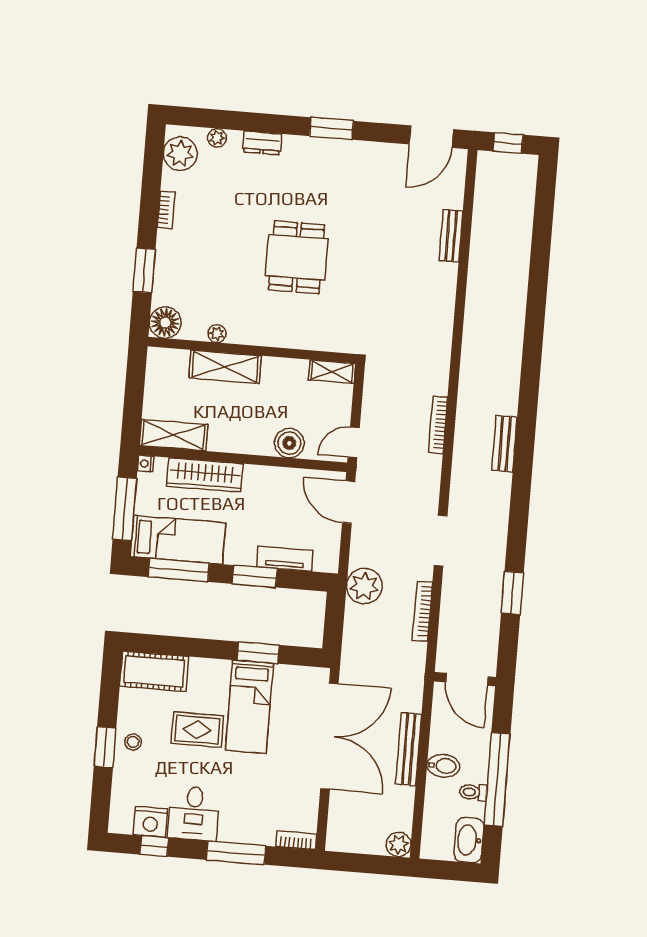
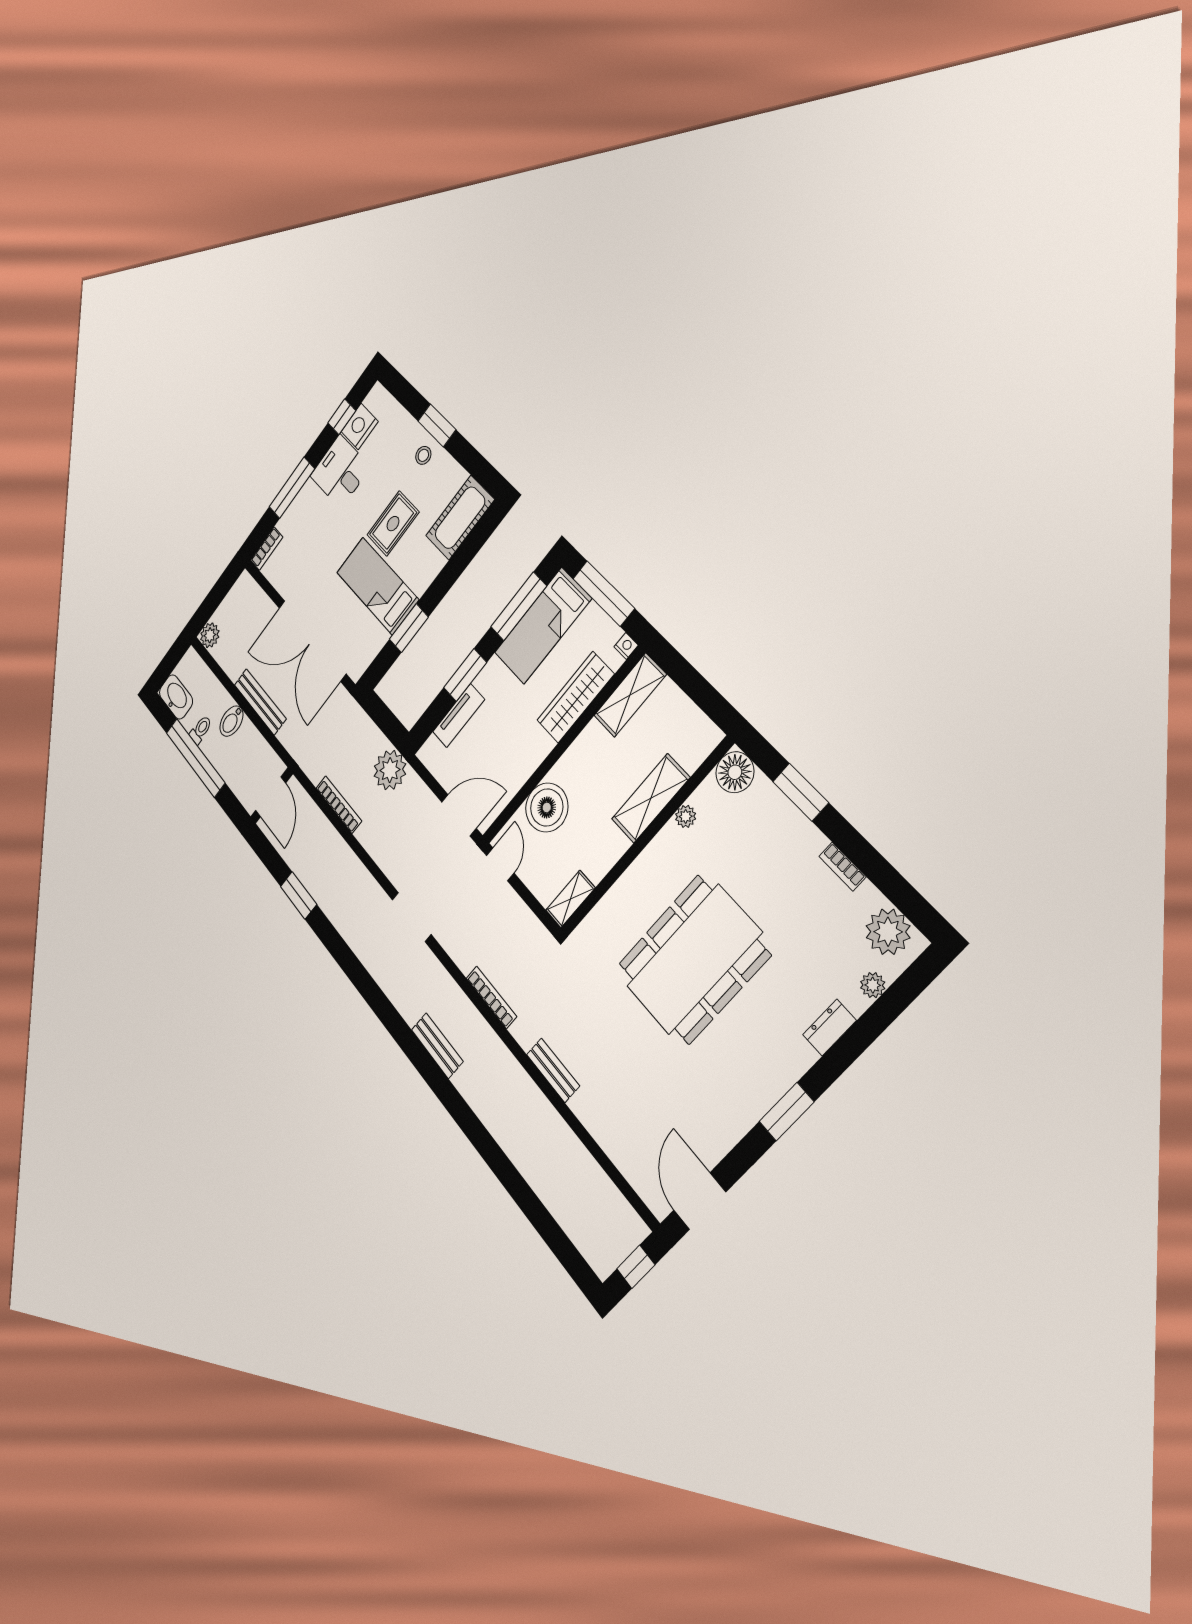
bench: (451, 236) -> (553, 1070), moved
dining table: (297, 257) -> (694, 960), width x1.88, depth x1.24
bookcase: (438, 425) -> (491, 997), moved
boiler: (289, 443) -> (547, 807), width x1.37, depth x1.37
bench: (505, 444) -> (437, 1046), moved
doorway: (441, 541) -> (411, 917), moved
door: (467, 679) -> (271, 797), swing flipped

